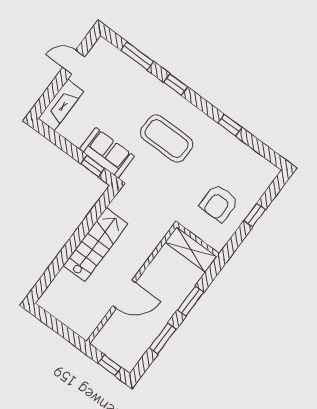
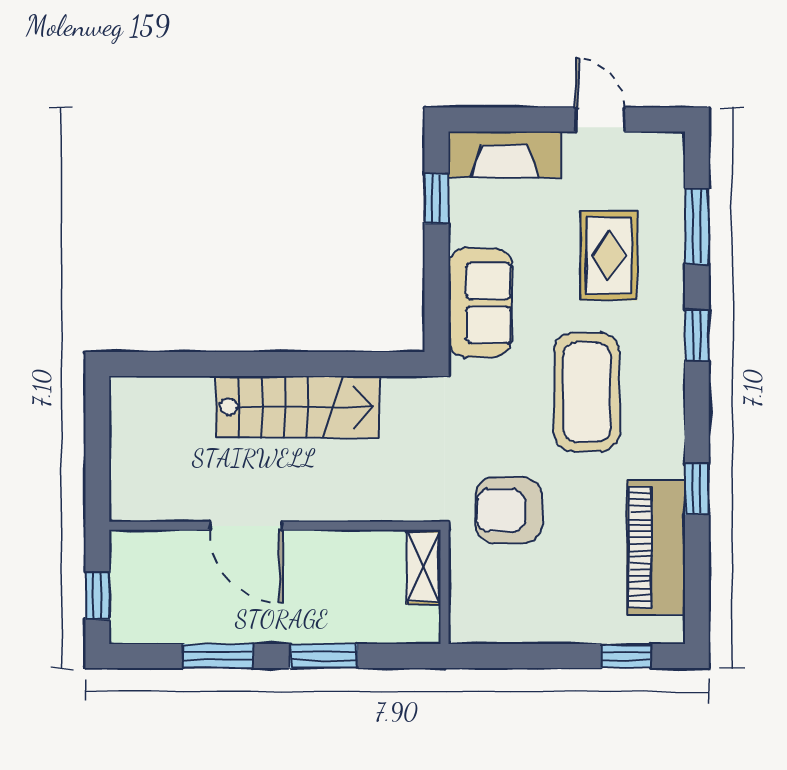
rug: (124, 95) -> (609, 256), added
piano: (240, 155) -> (656, 547), added
window: (93, 166) -> (437, 198), moved
armchair: (219, 203) -> (509, 510), moved
window: (255, 215) -> (626, 656), moved
shelving: (191, 249) -> (424, 567), width x0.67, depth x0.75

